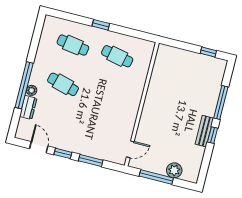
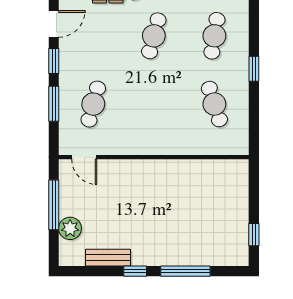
cafe table: (117, 56) -> (214, 104), turned -30
bench: (204, 131) -> (108, 258), moved
cafe table: (97, 135) -> (93, 104), added

